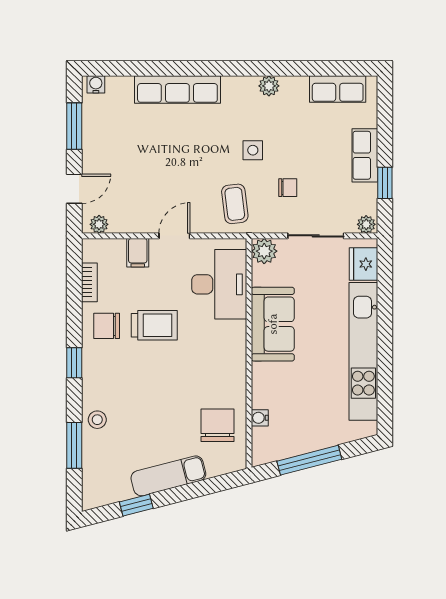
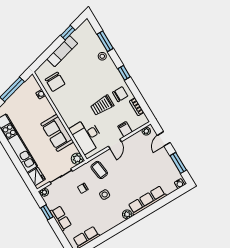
plant: (269, 86) -> (127, 214), moved

